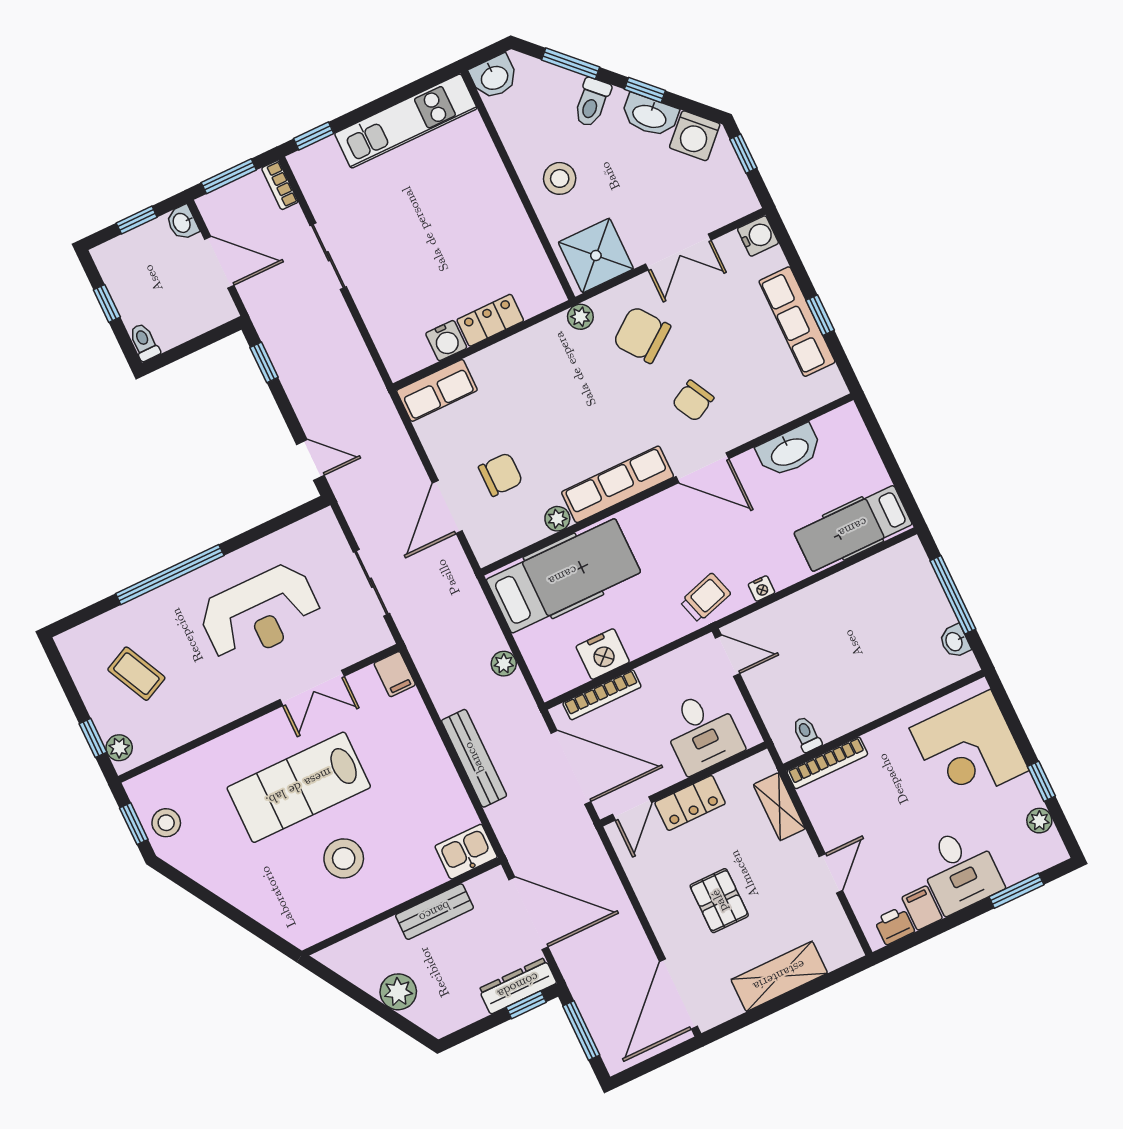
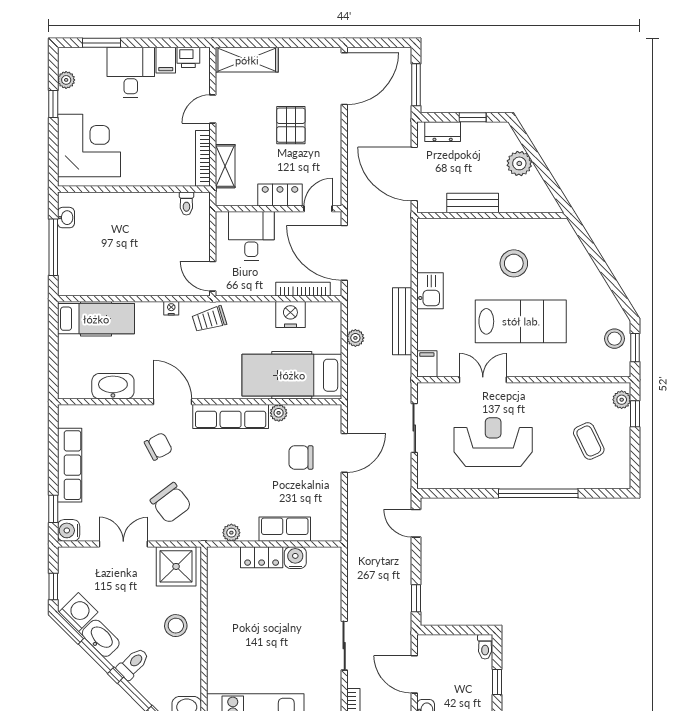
window: (645, 90) -> (96, 656), width x1.50
window: (820, 315) -> (53, 509), moved
plant: (580, 317) -> (231, 533), moved
row of seats: (437, 390) -> (285, 529), moved
bench: (474, 758) -> (402, 321), moved
bookcase: (827, 763) -> (203, 158), moved, turned -90
kitchen sink: (466, 852) -> (430, 291), moved, turned -90
shelving: (779, 976) -> (247, 60), moved
dresser: (518, 986) -> (443, 132), width x0.70
window: (526, 1005) -> (473, 117), moved

